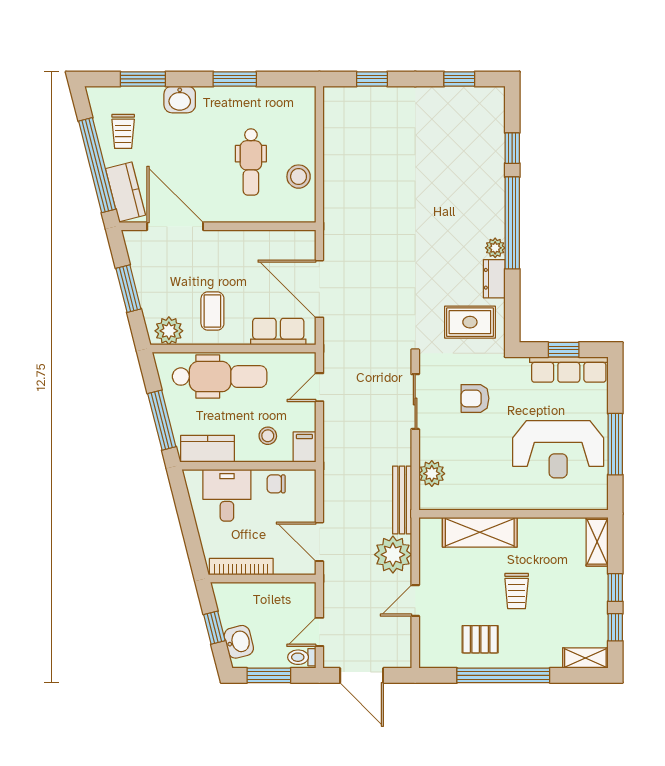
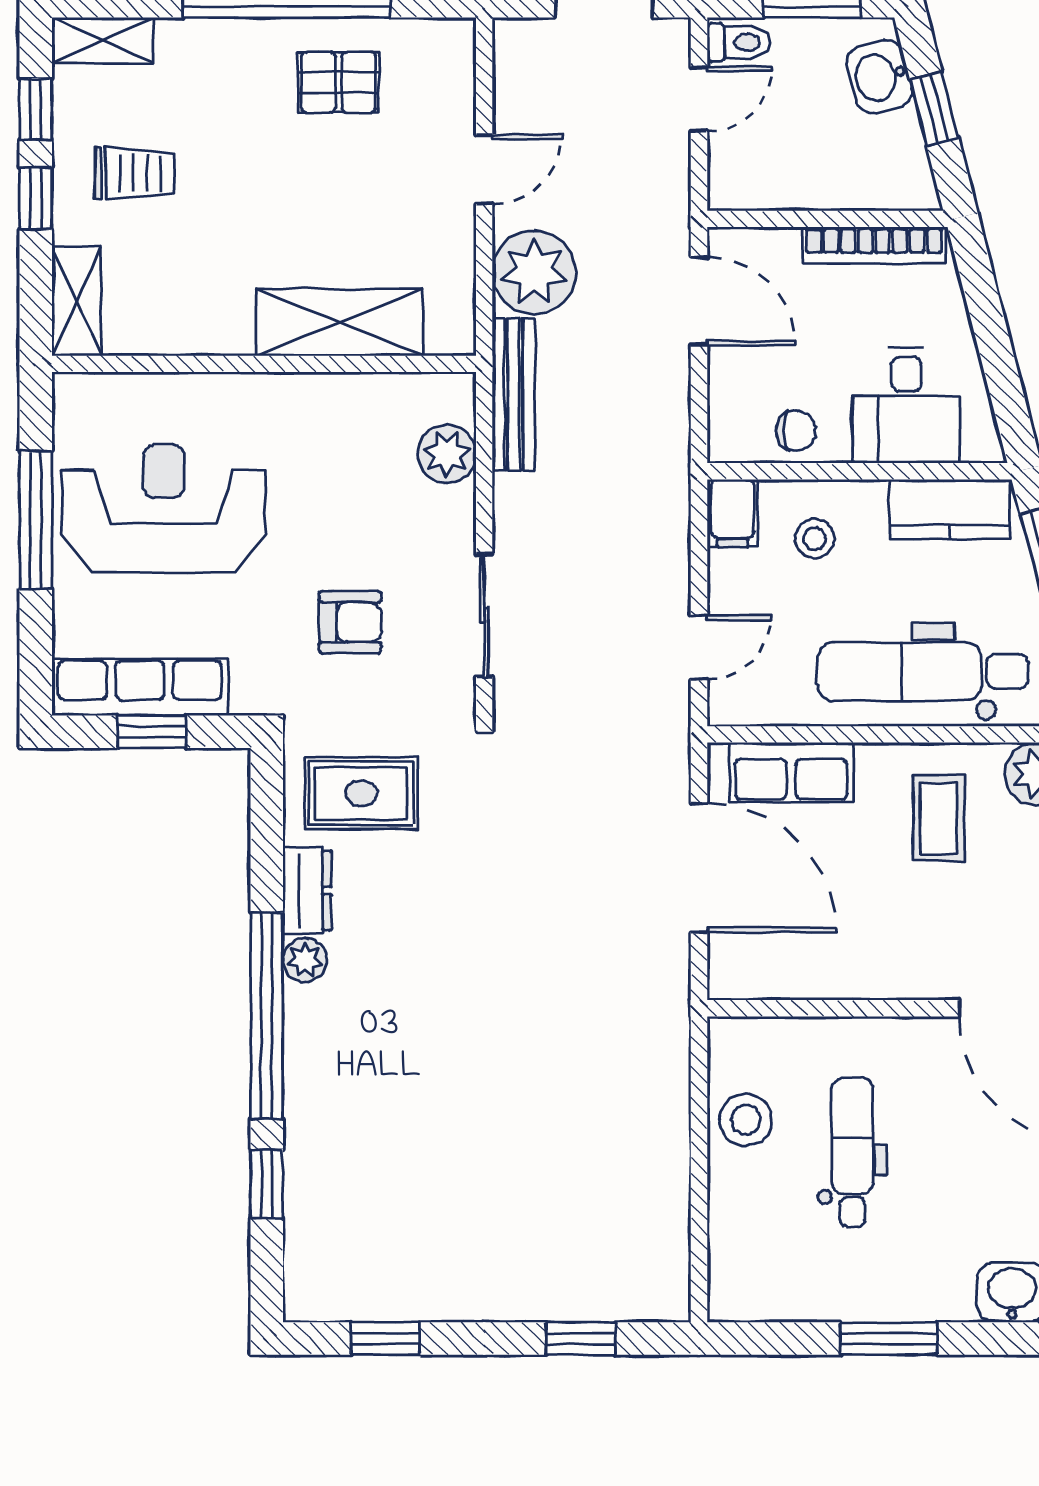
trolley: (517, 591) -> (134, 173), moved, turned 90

